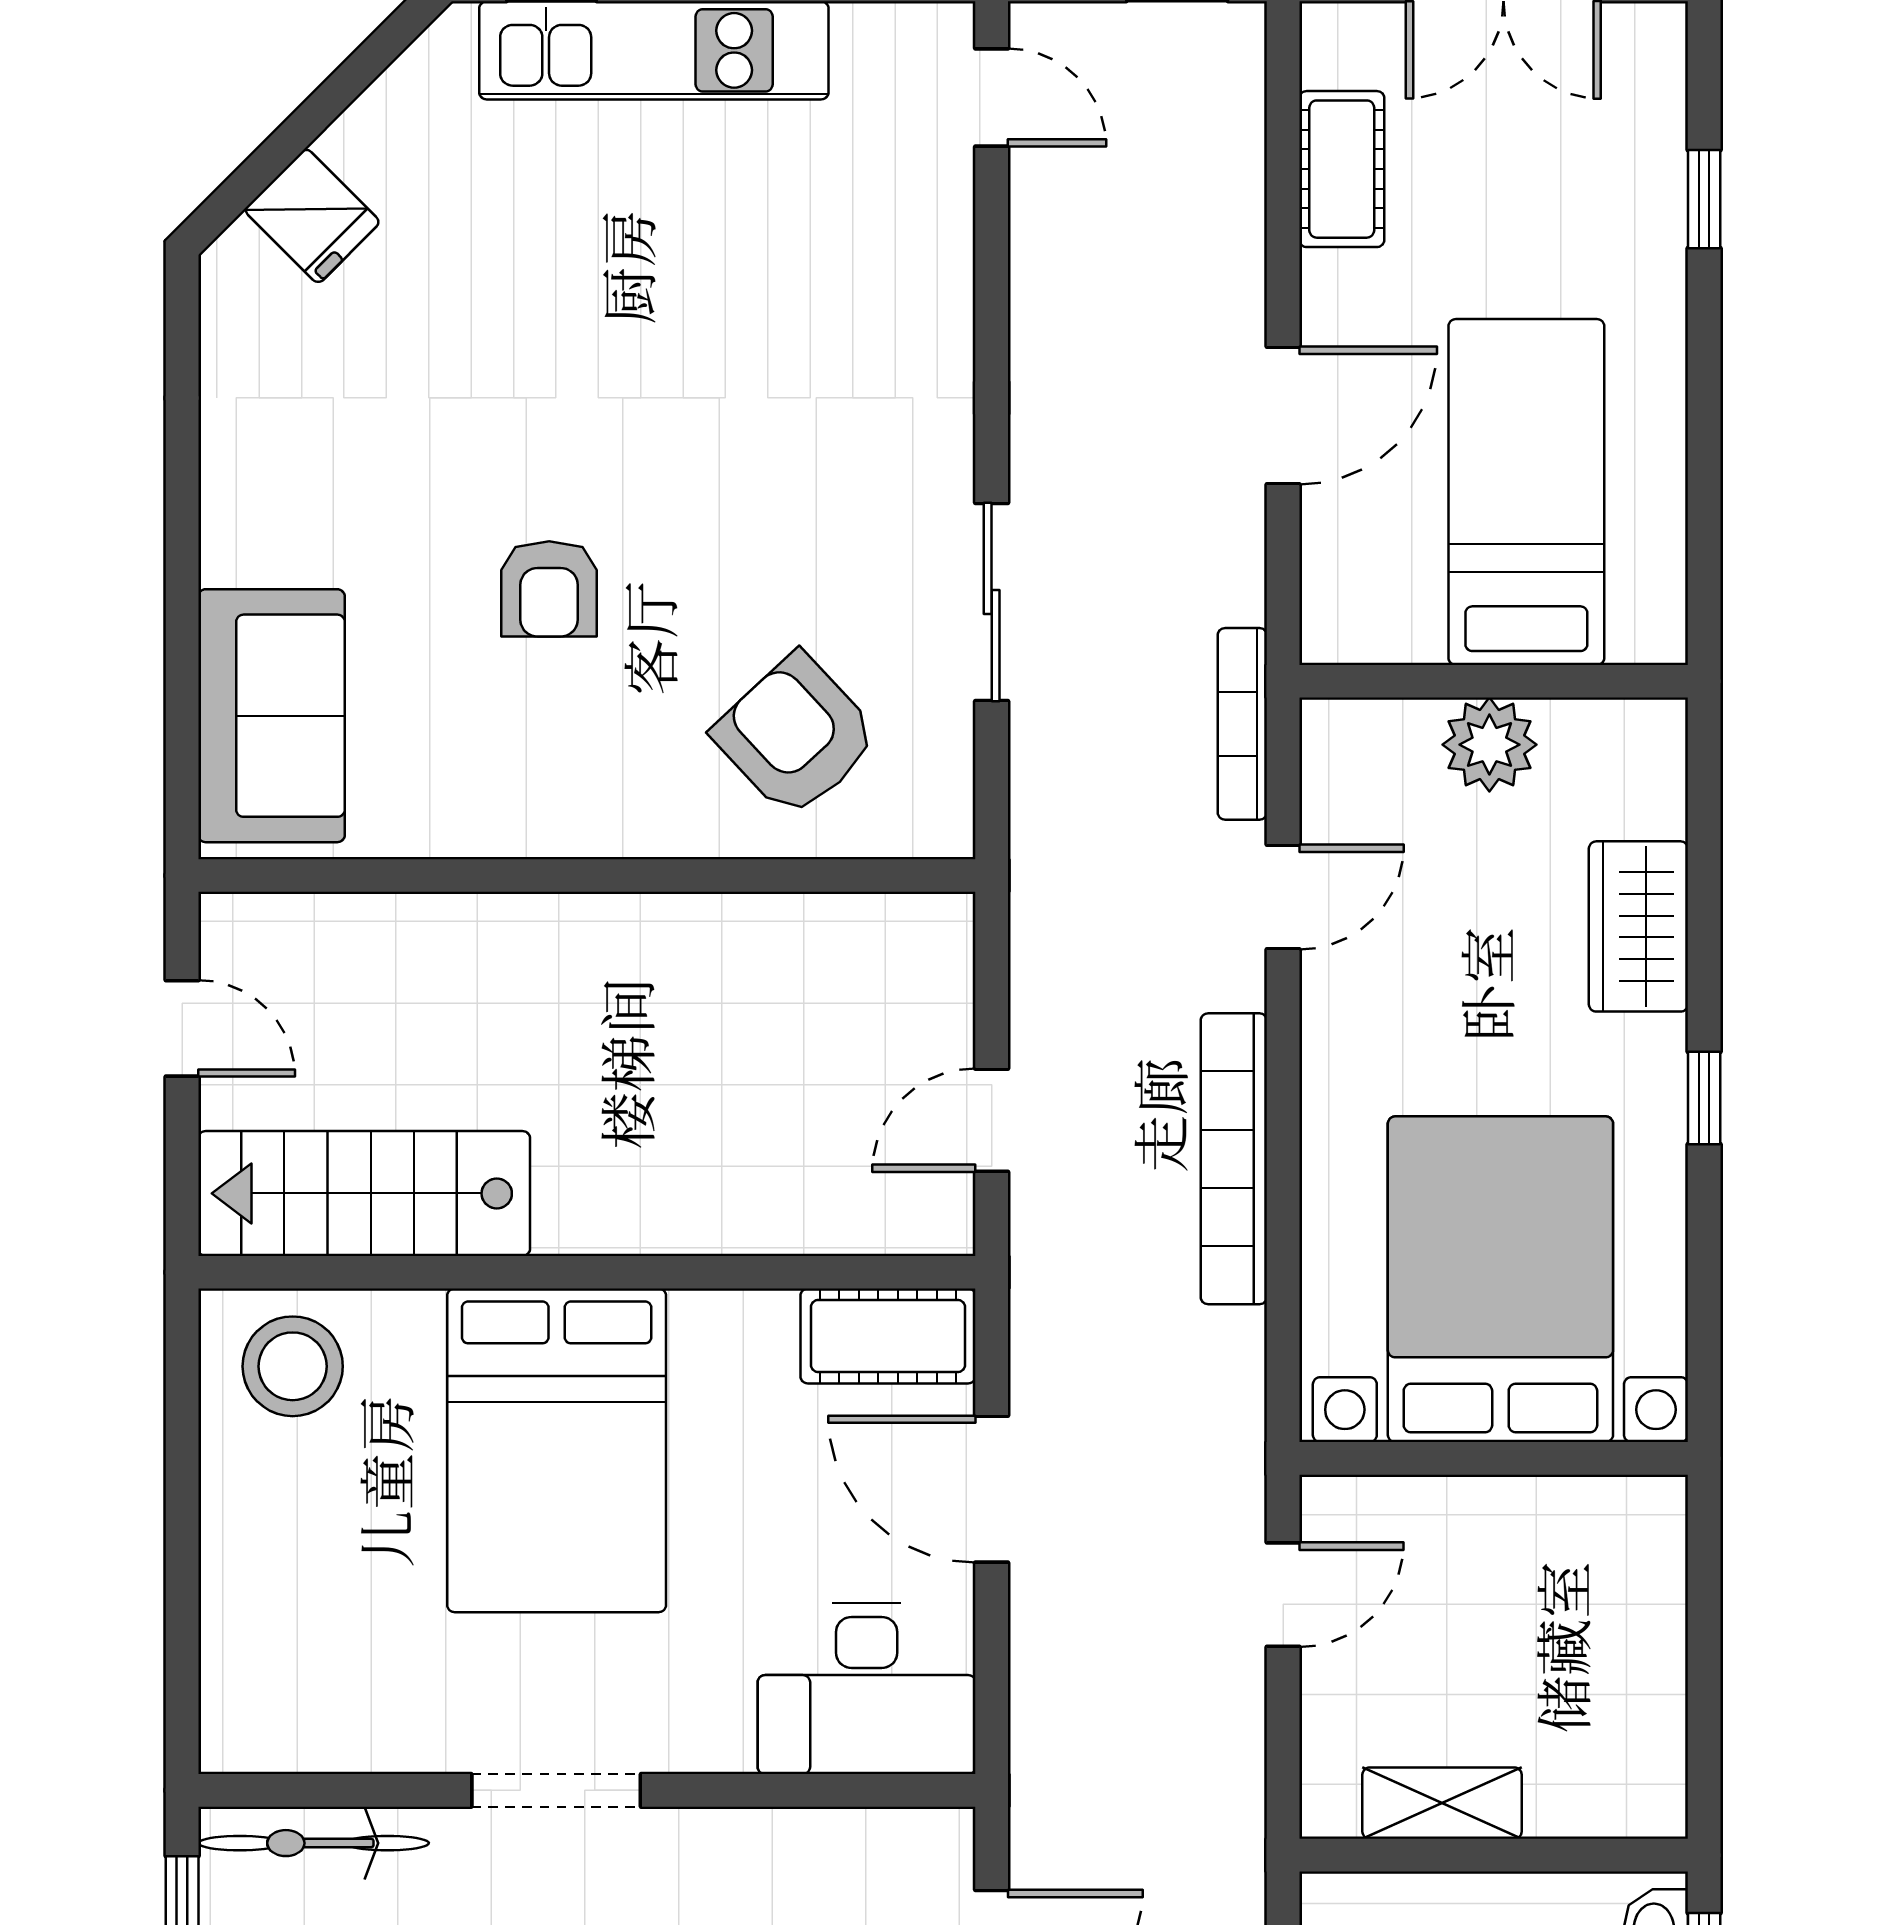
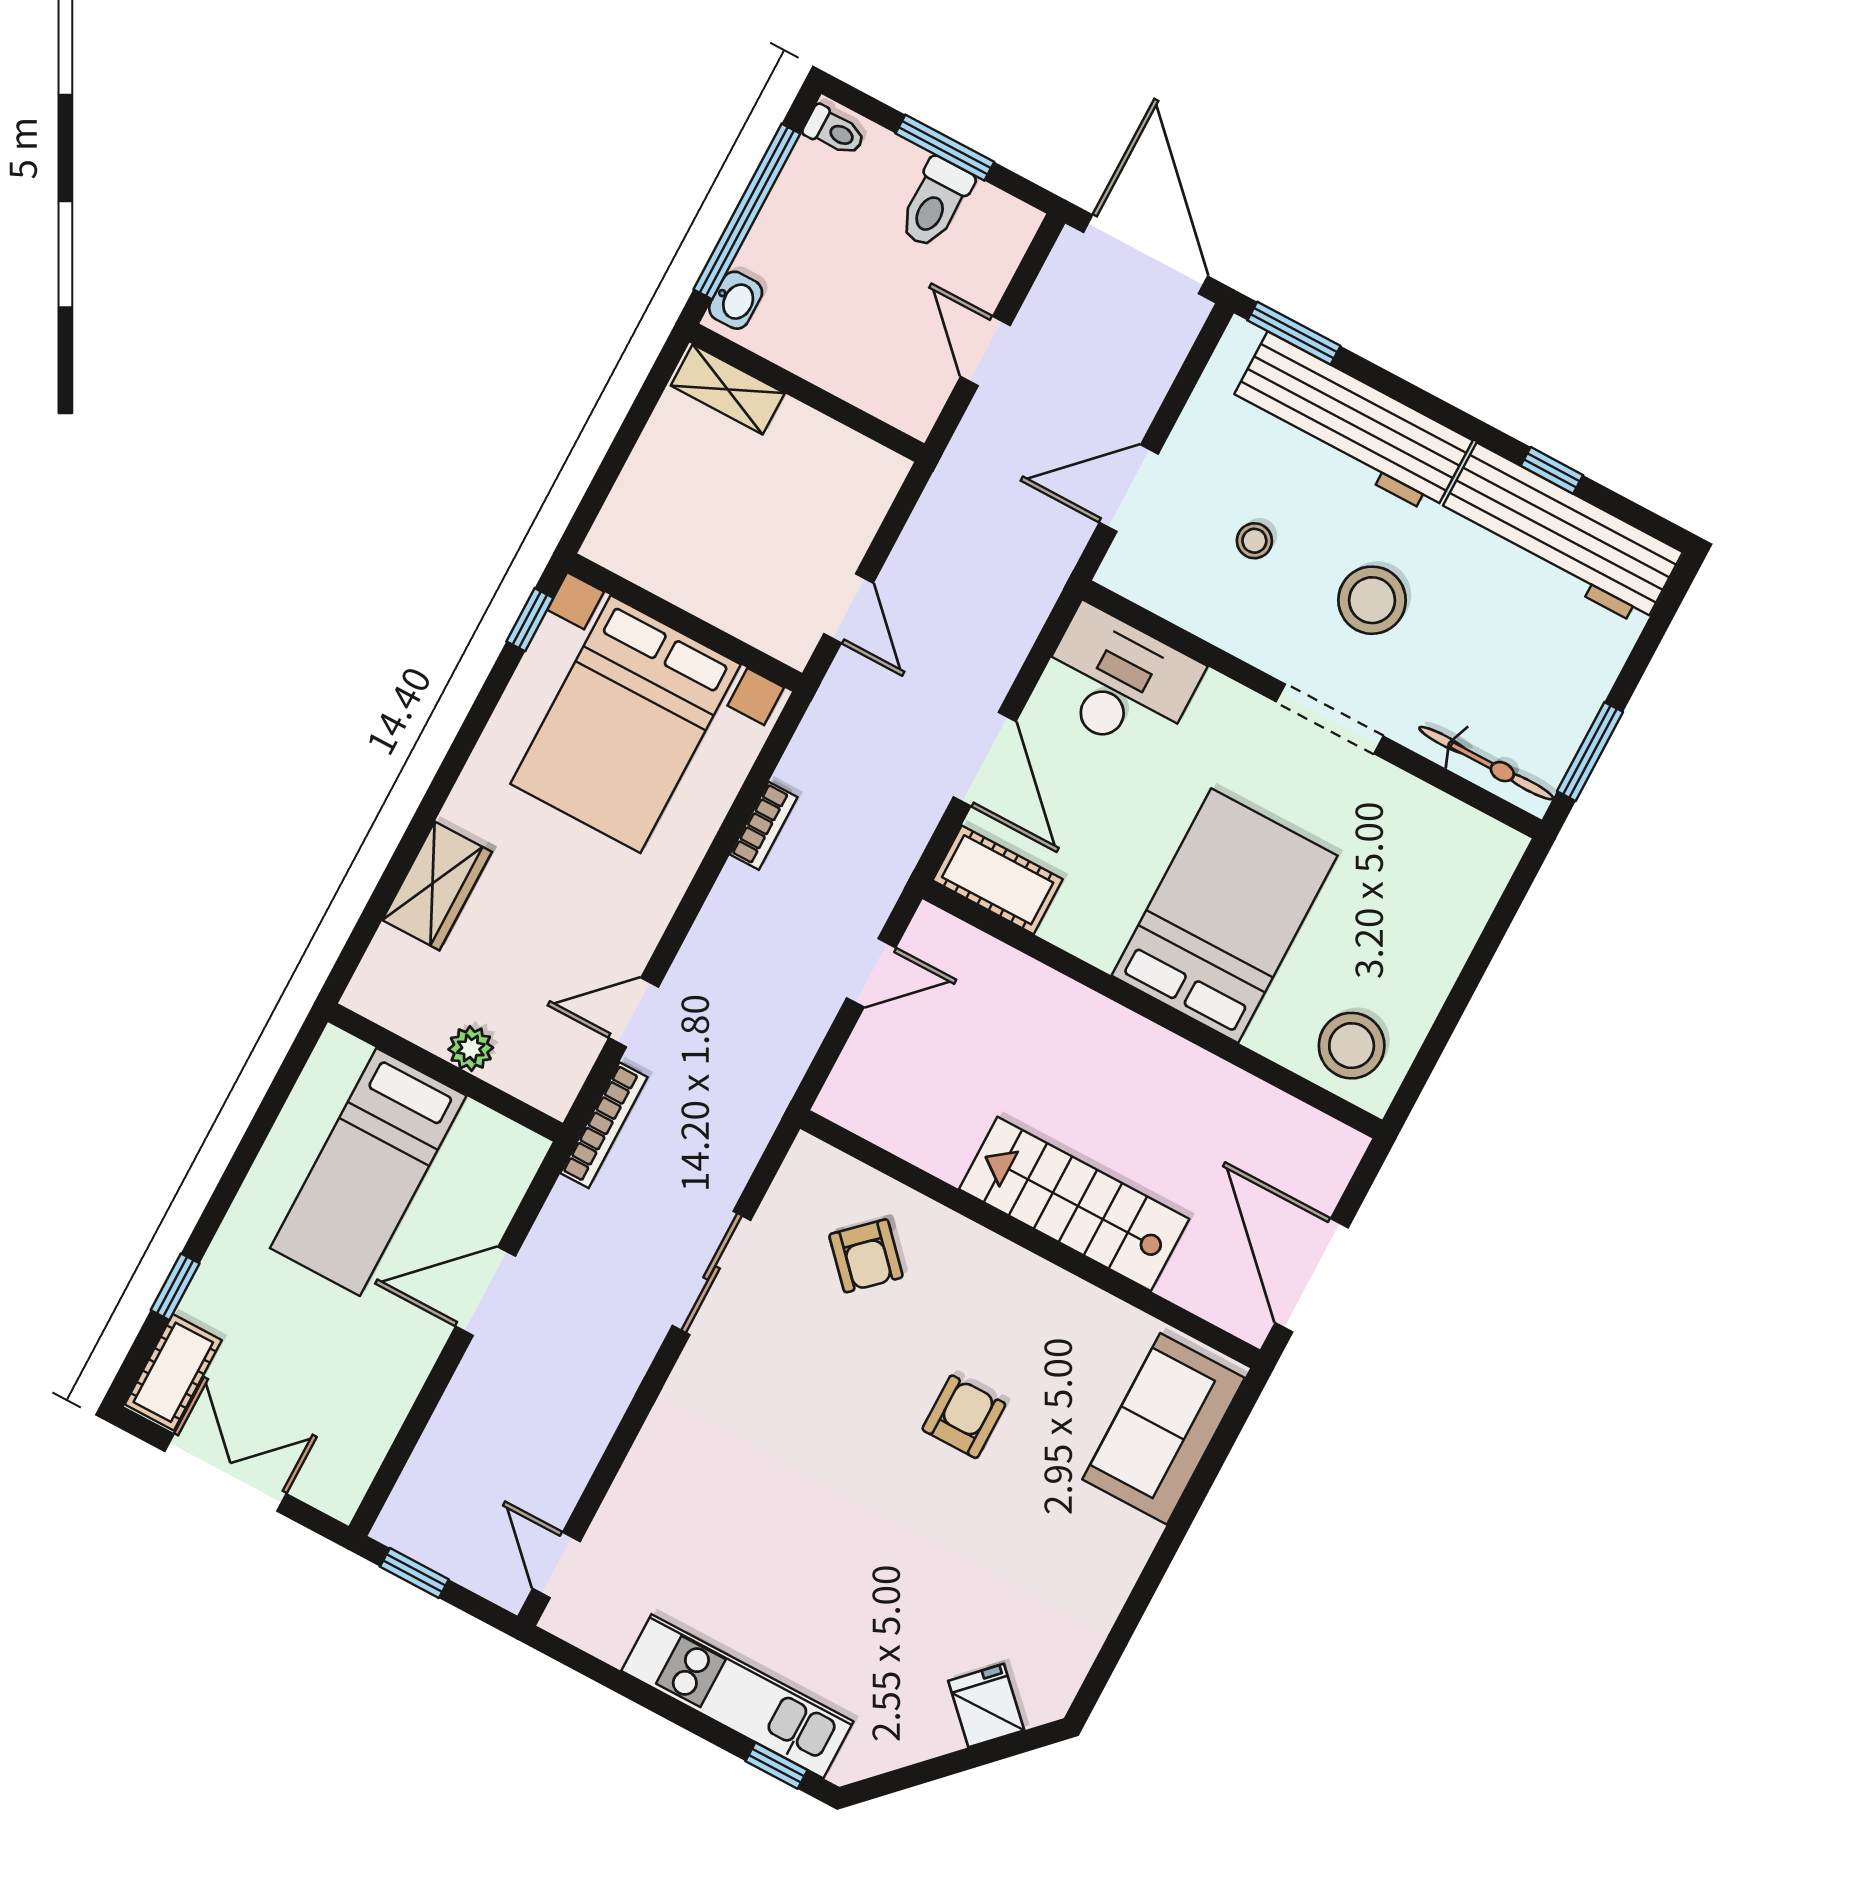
cot: (1342, 169) -> (173, 1372), moved
armchair: (796, 735) -> (866, 1256), width x0.72, depth x0.72
plant: (1489, 745) -> (471, 1048), width x0.73, depth x0.73
door: (182, 1028) -> (1312, 1275), width x1.88
window: (1704, 1098) -> (530, 620), moved
bookcase: (1234, 1159) -> (764, 826), width x0.43, depth x0.76
stairs: (364, 1193) -> (1074, 1204), moved, turned 180
door: (1283, 1595) -> (848, 608), swing flipped
shelving: (1442, 1803) -> (728, 389), moved

